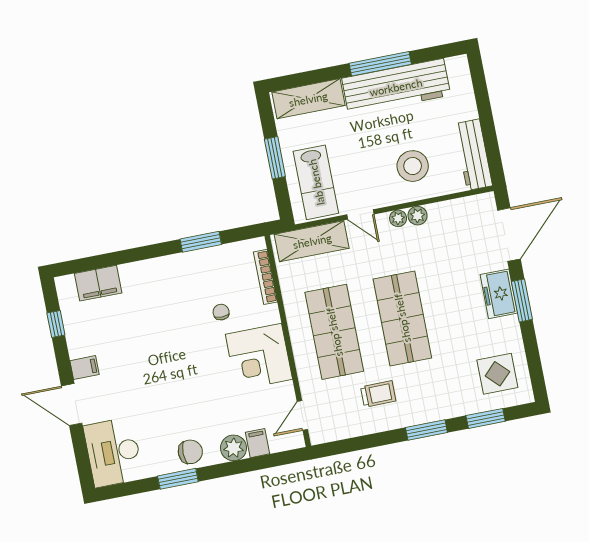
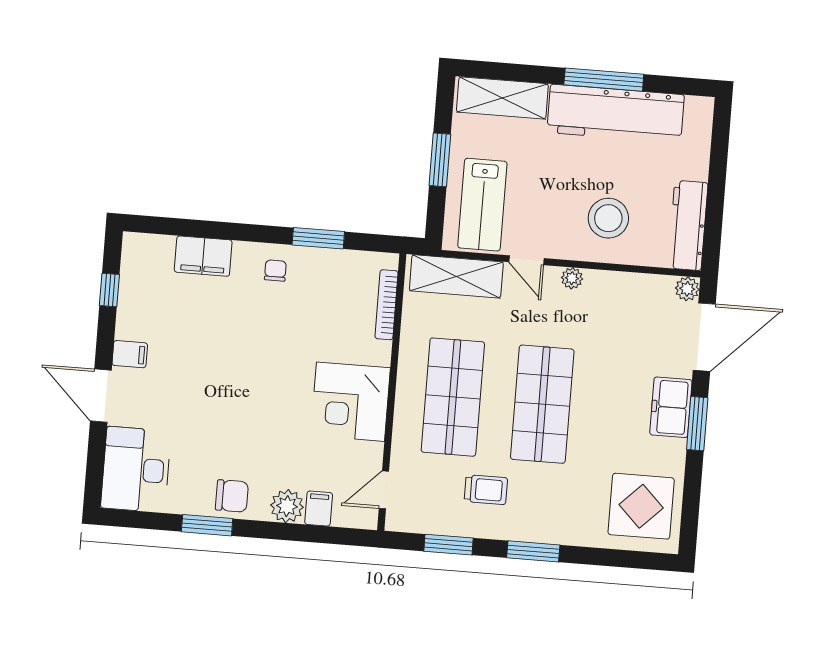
plant: (418, 216) -> (687, 289), moved
filing cabinet: (98, 283) -> (203, 256), moved
chair: (221, 312) -> (275, 271), moved
display table: (497, 374) -> (641, 506), width x1.36, depth x1.36
window: (486, 418) -> (449, 545), moved

